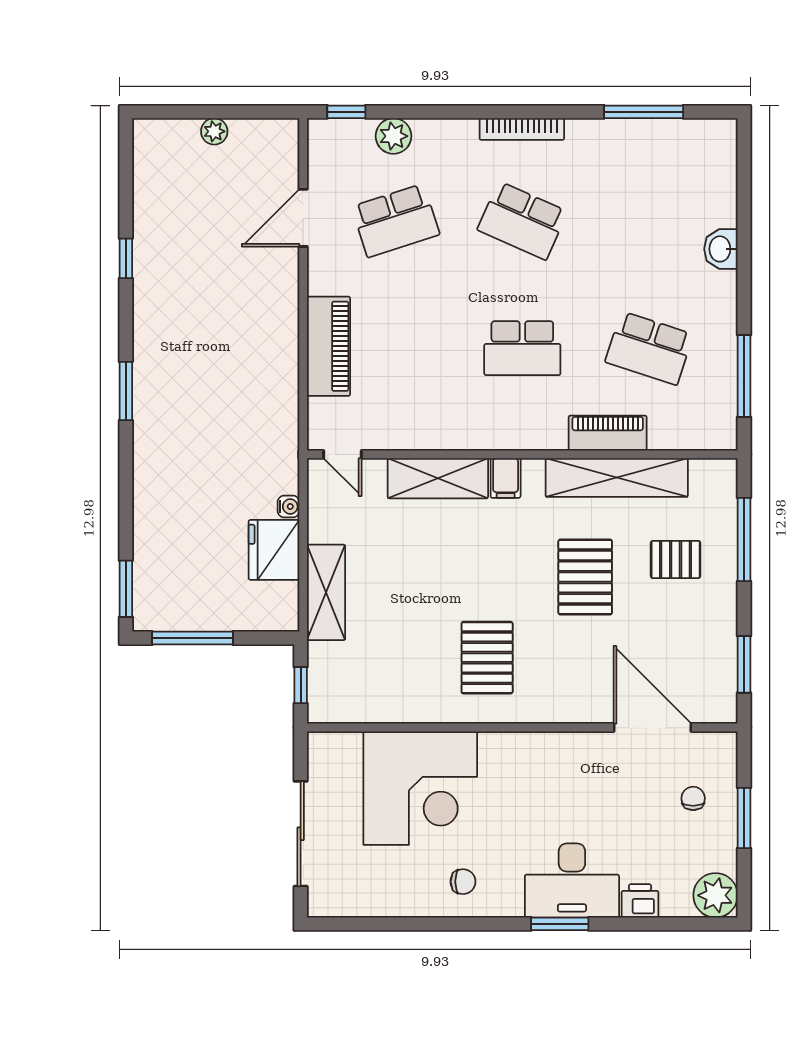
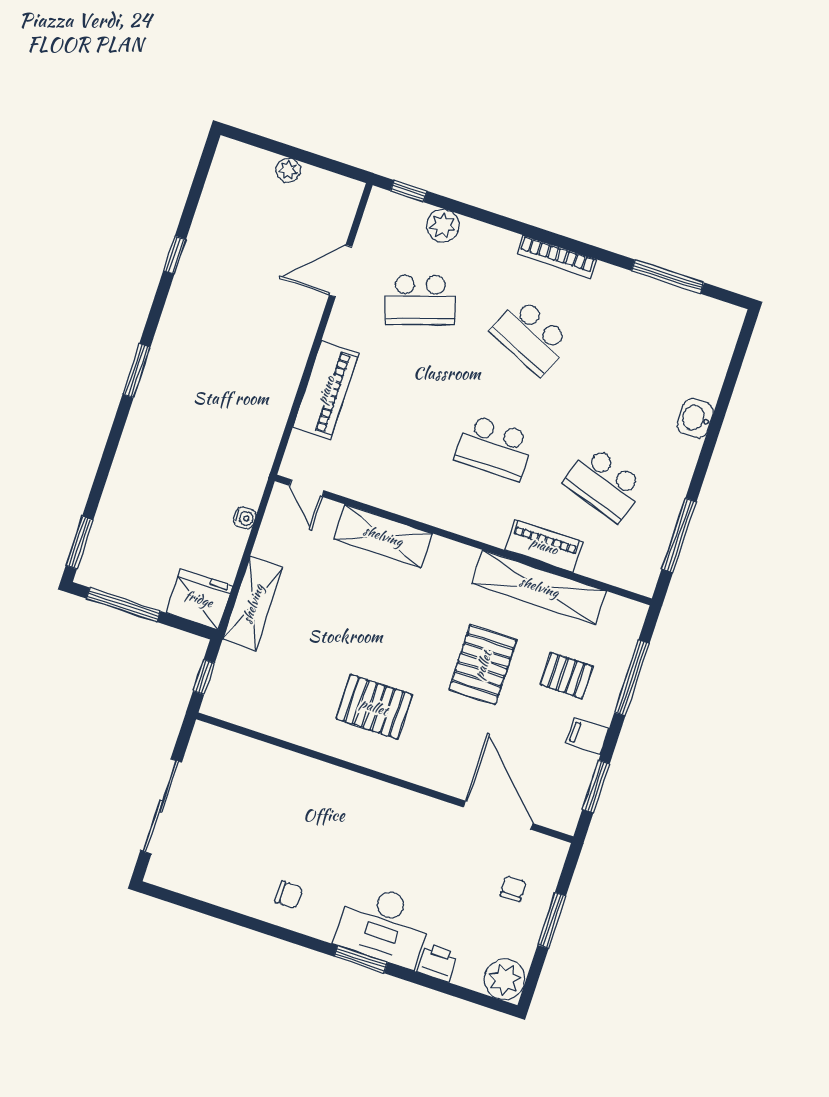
filing cabinet: (506, 478) -> (587, 736), moved, turned 90
fridge: (274, 550) -> (199, 599), moved, turned 90
pallet: (487, 658) -> (374, 707), turned 90
corner desk: (420, 788) -> (278, 801), removed

